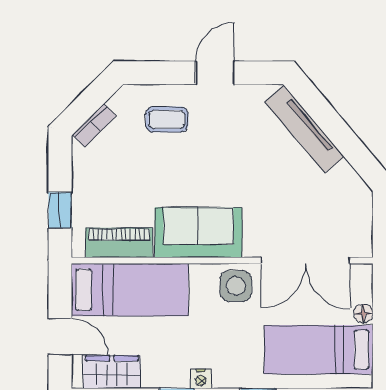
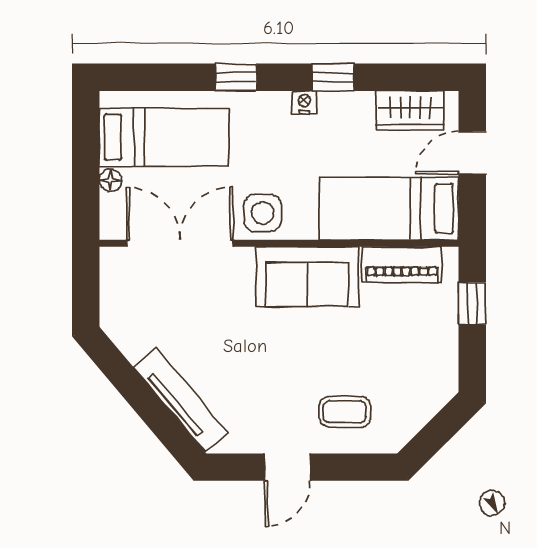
bookcase: (94, 125) -> (431, 405), removed
door: (60, 337) -> (472, 153), hinge flipped

